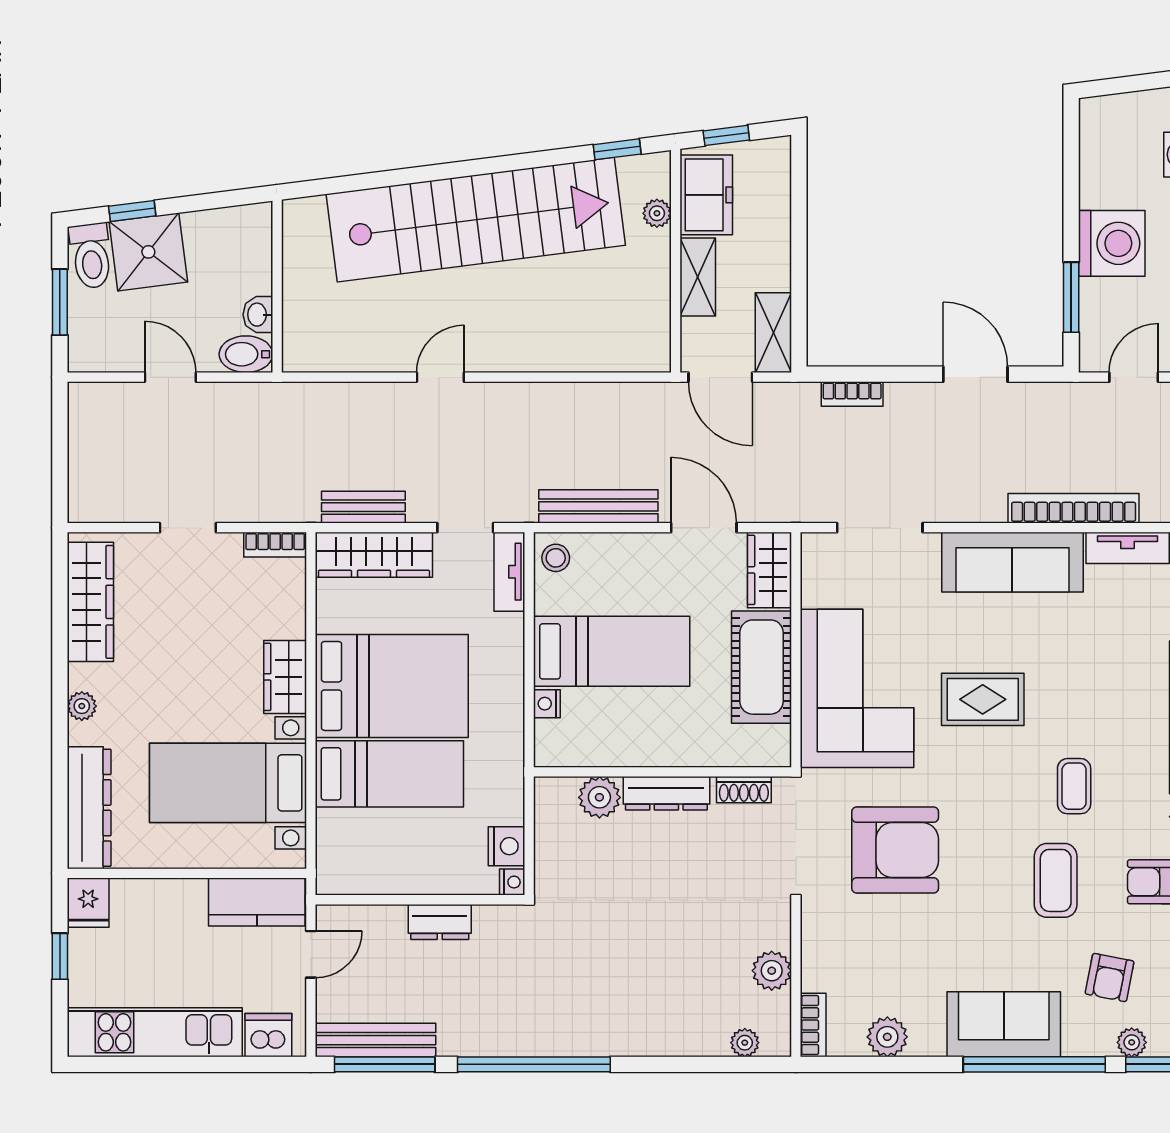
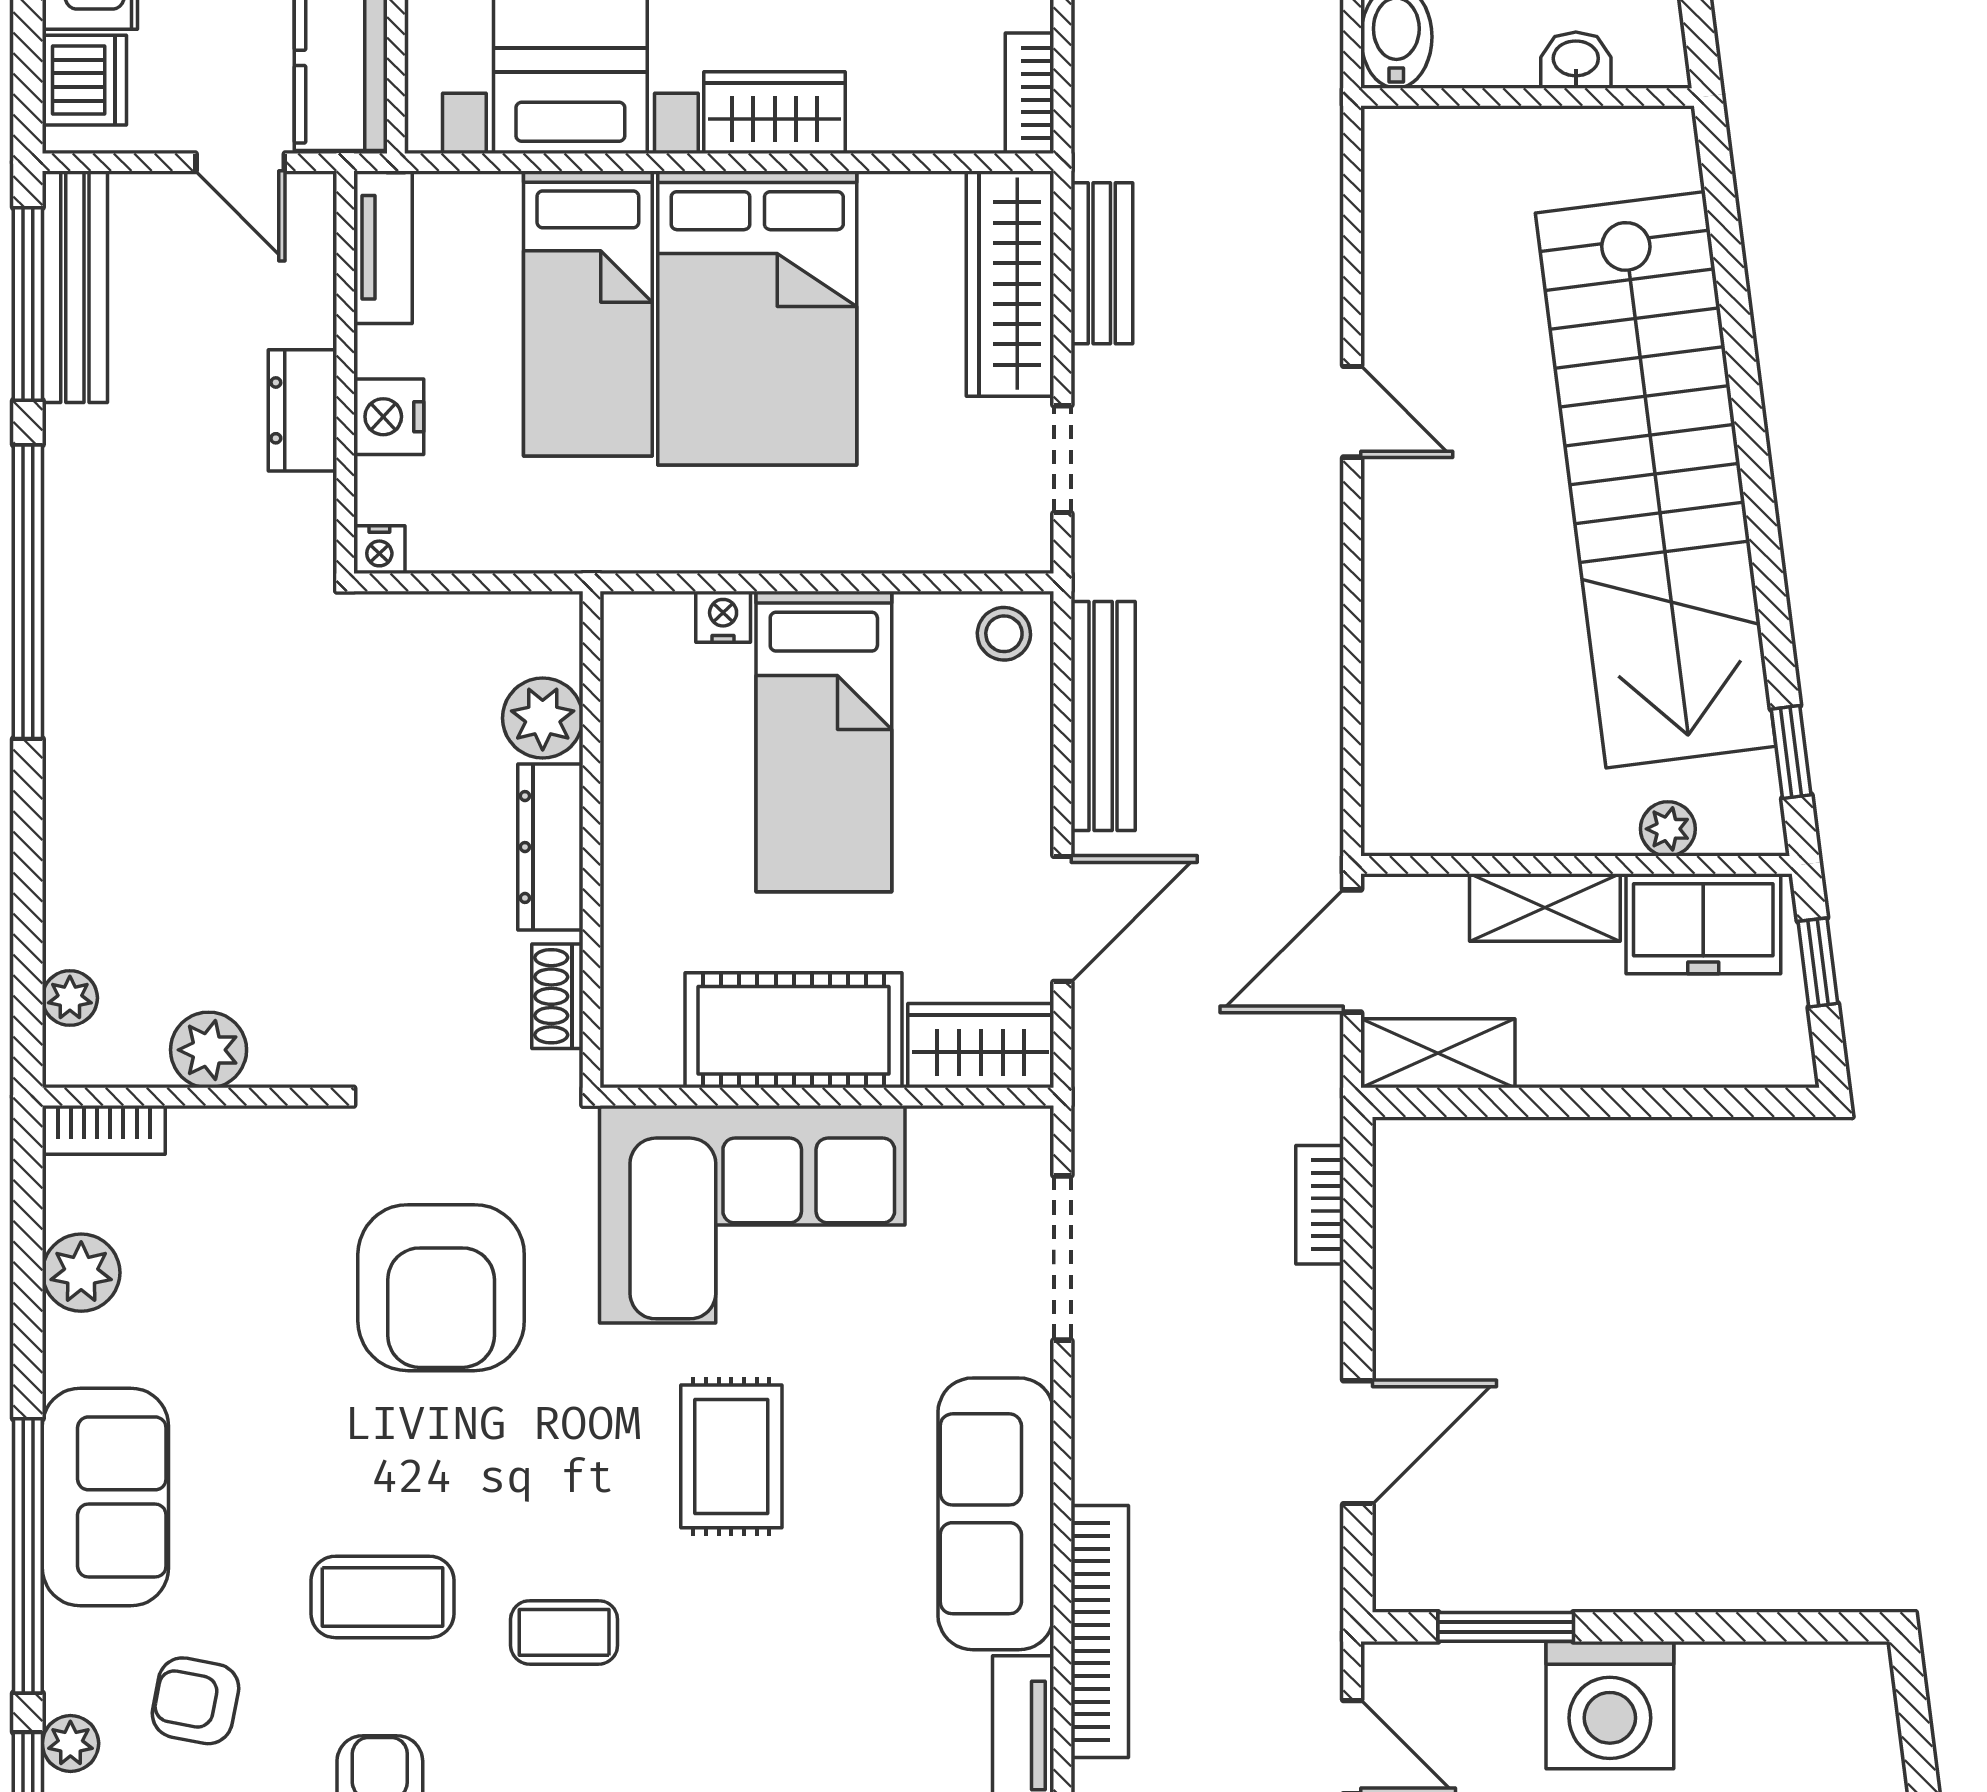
washbasin: (258, 315) -> (1576, 60), moved
tv unit: (509, 572) -> (383, 247), moved, turned 90
nightstand: (506, 846) -> (389, 417), moved, turned 90

